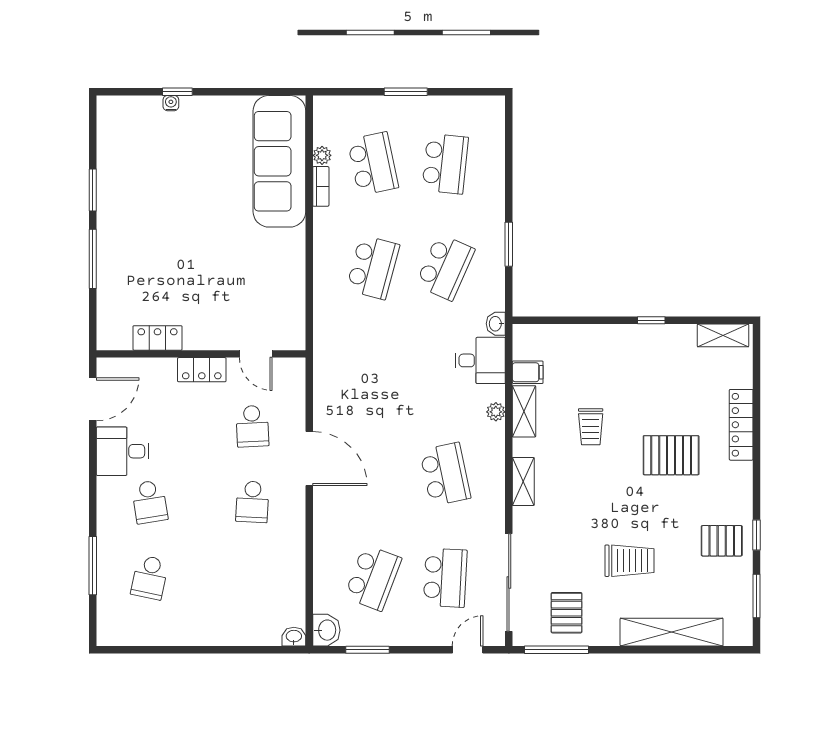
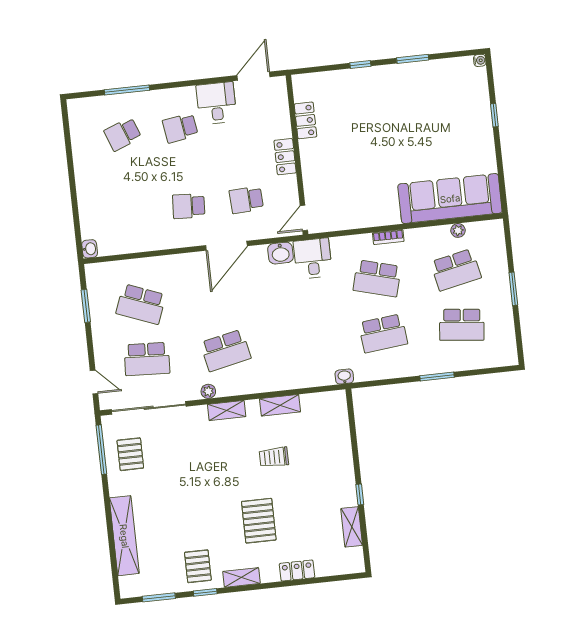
water cooler: (171, 103) -> (480, 60), moved
bookcase: (321, 186) -> (388, 237), moved
window: (509, 244) -> (437, 376), moved
window: (93, 259) -> (360, 65), width x0.46
school desk: (445, 267) -> (383, 333), turned -30
shelving: (723, 335) -> (352, 527), moved
door: (256, 354) -> (304, 218), moved
desk: (480, 360) -> (313, 258), moved, turned 180
filing cabinet: (528, 372) -> (310, 405), removed
door: (93, 399) -> (254, 76), swing flipped
plant: (496, 412) -> (208, 391), moved
locker: (741, 425) -> (297, 571), width x0.66
shelving: (742, 486) -> (241, 577), added
trolley: (629, 561) -> (175, 498), removed
school desk: (150, 577) -> (123, 134), turned -33
pallet: (567, 613) -> (130, 454), turned 90
washbasin: (326, 630) -> (281, 253), moved

